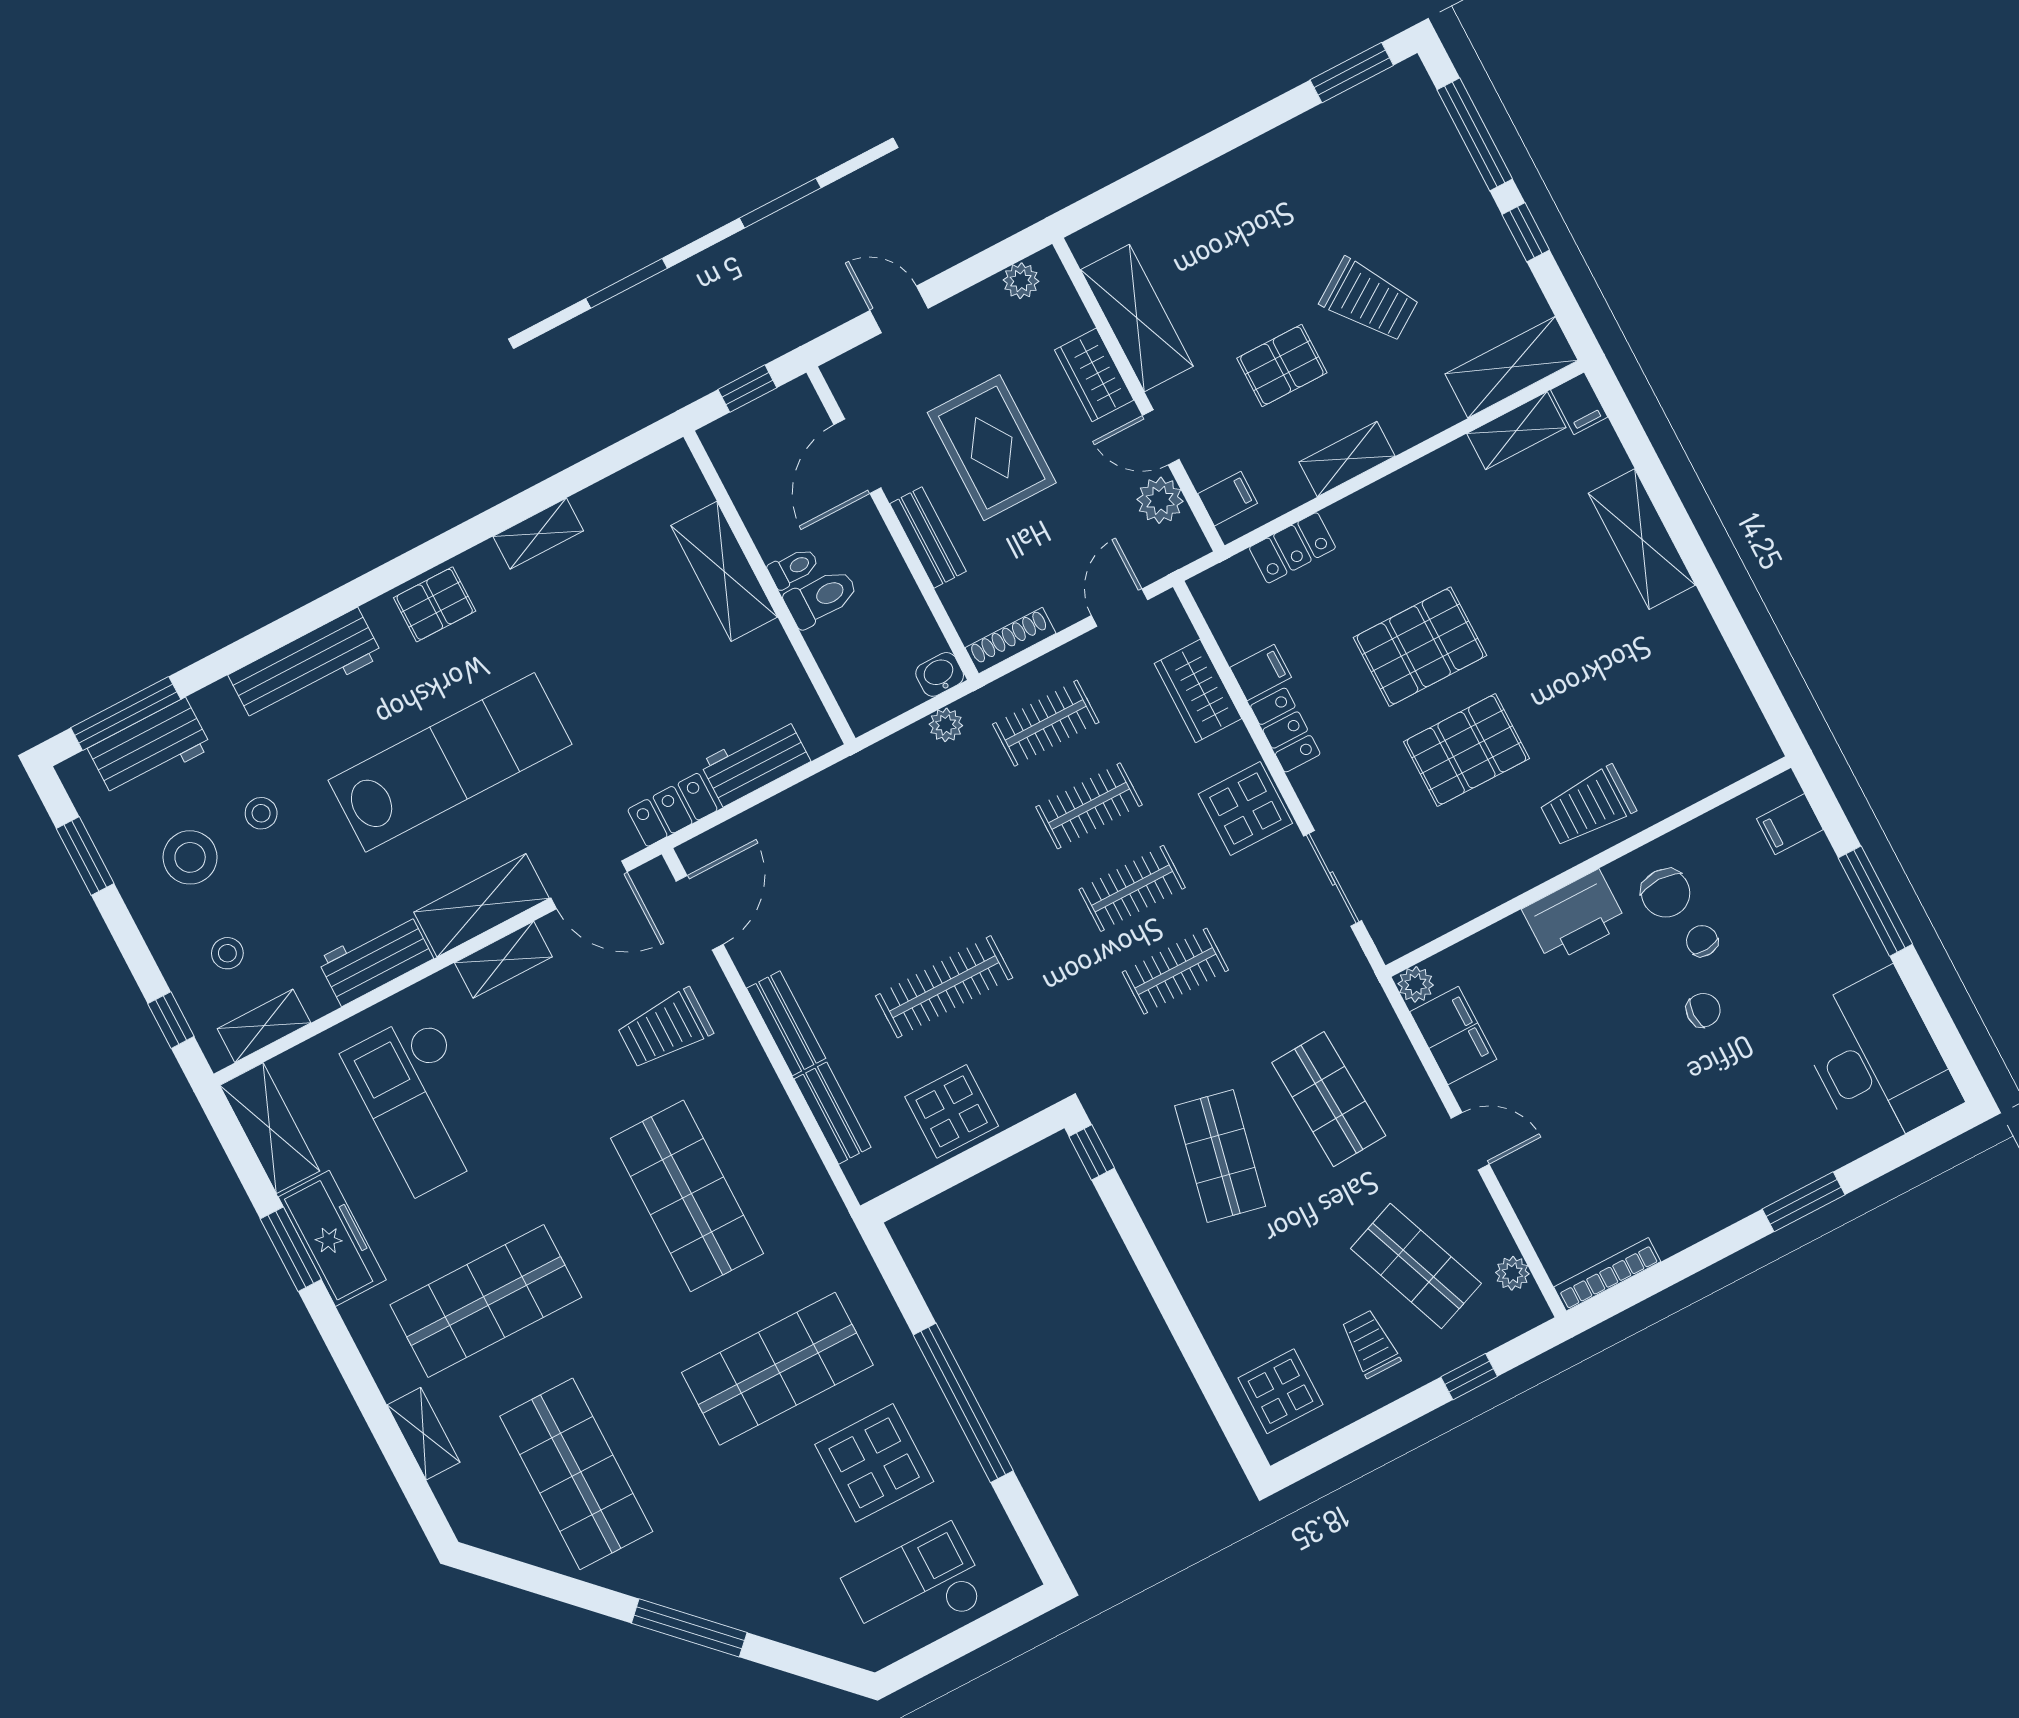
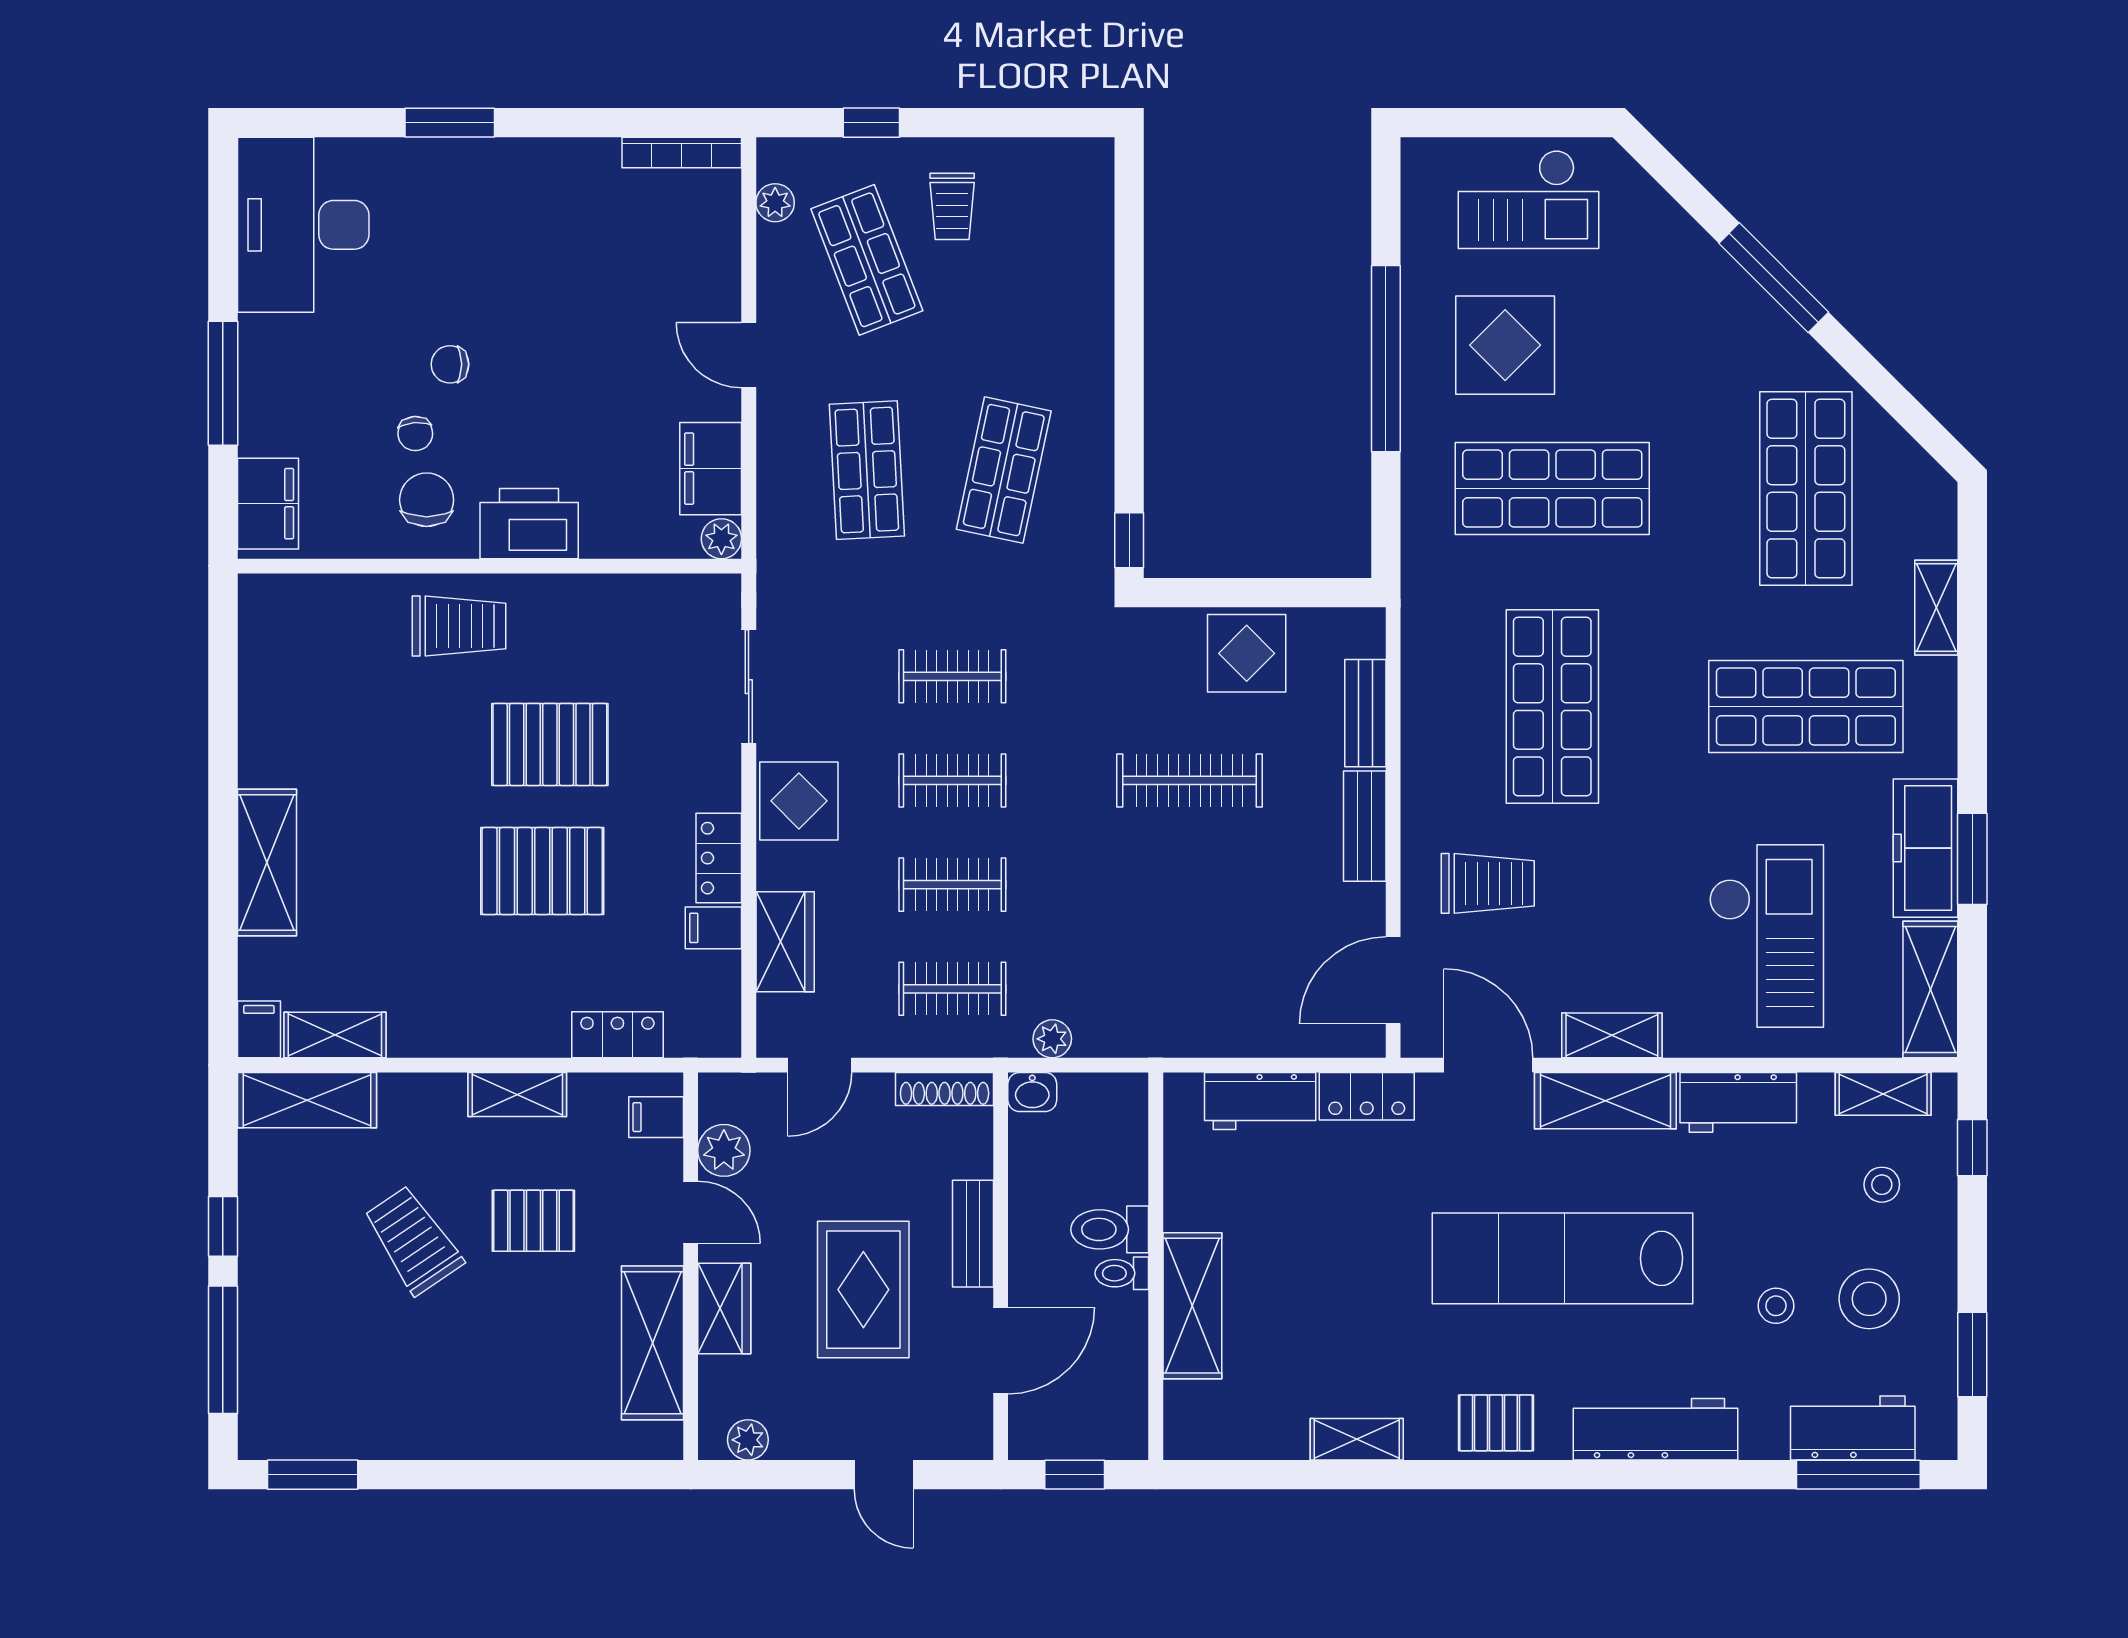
filing cabinet: (1790, 824) -> (268, 504), width x2.00
display table: (1280, 1391) -> (1066, 206), removed

